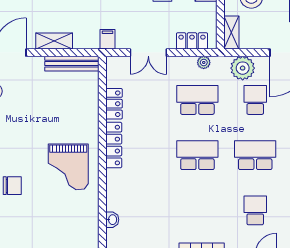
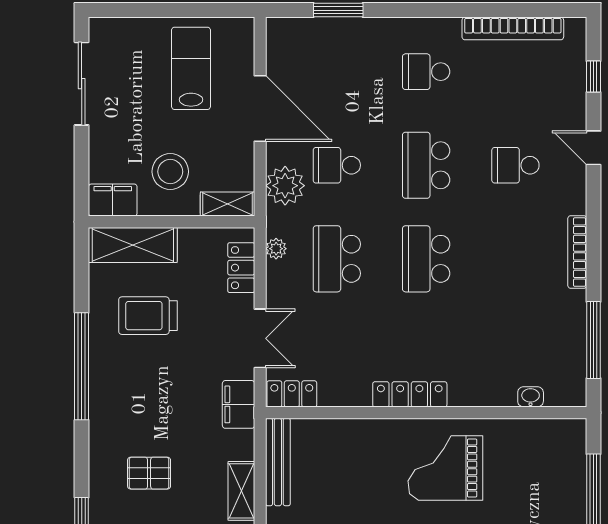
filing cabinet: (108, 39) -> (239, 404), width x2.00
locker: (114, 104) -> (292, 394), moved
grand piano: (68, 167) -> (445, 468), turned 180

